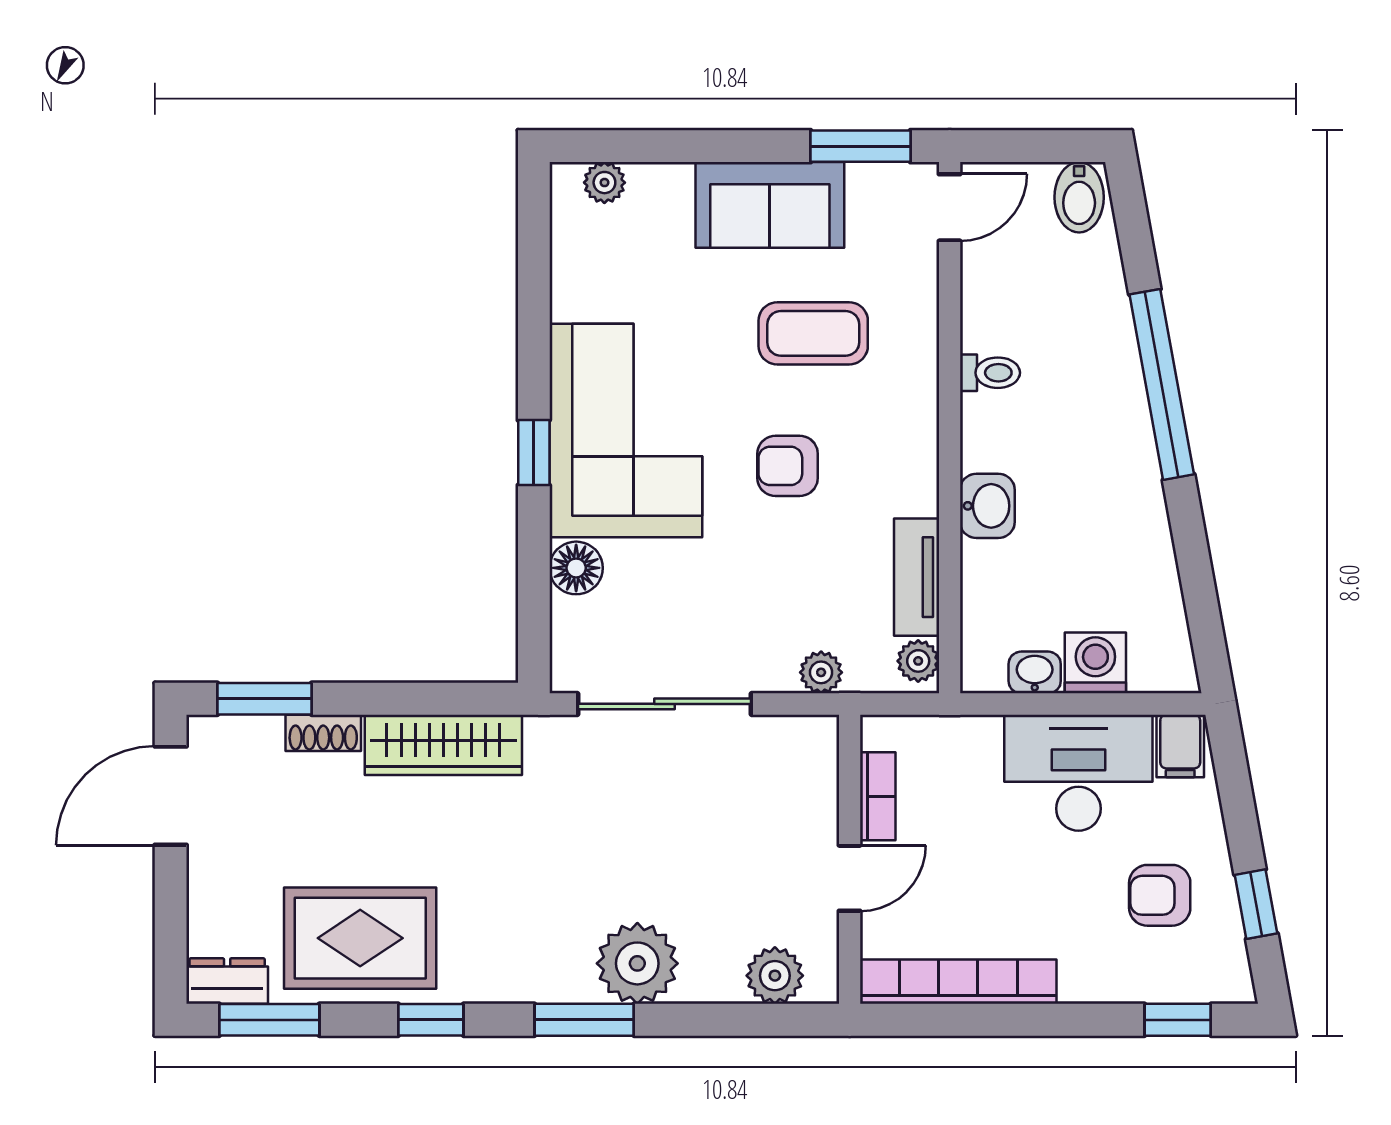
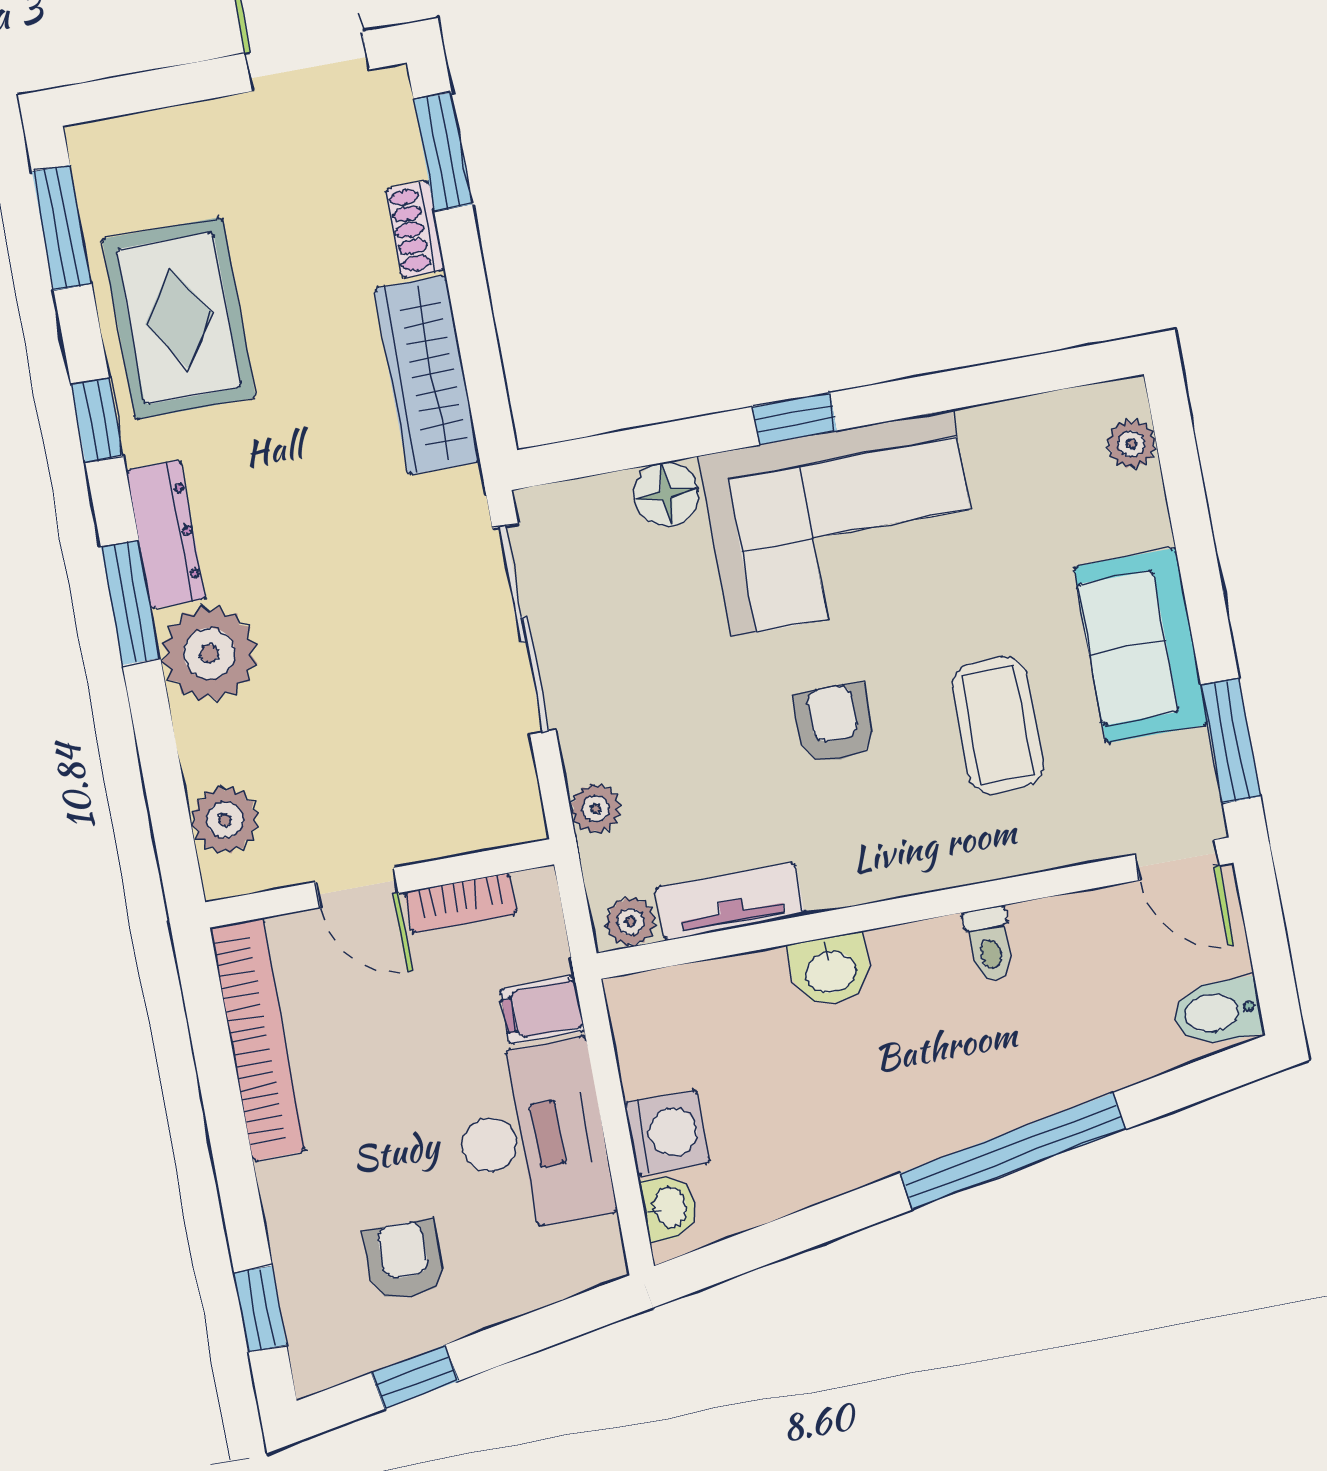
washbasin: (1035, 672) -> (669, 1207), moved
filing cabinet: (1180, 746) -> (542, 1010), moved
dresser: (227, 981) -> (166, 534), moved, width x1.44

